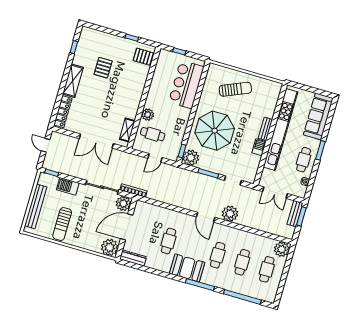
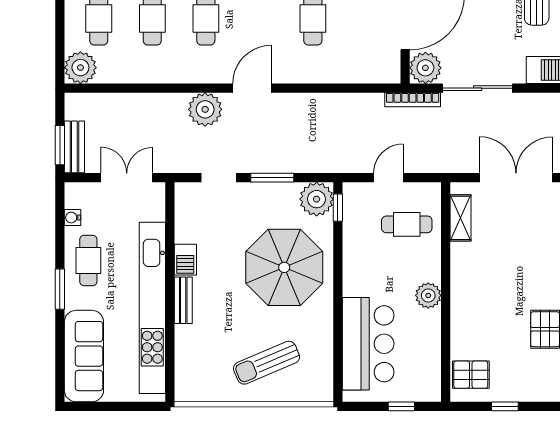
plant: (148, 115) -> (428, 295), moved
door: (206, 217) -> (252, 88), hinge flipped

